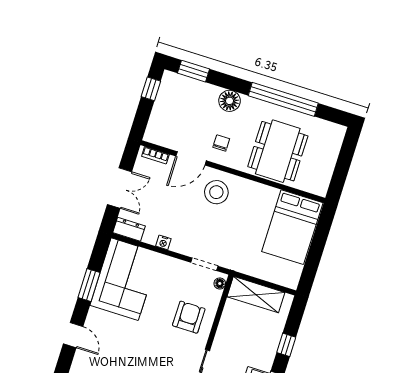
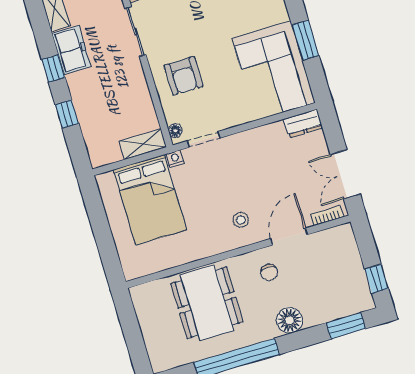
double door: (120, 188) -> (345, 174), moved
stool: (216, 192) -> (241, 220), width x0.53, depth x0.53
bed: (292, 227) -> (150, 200), moved, turned 180
nightstand: (163, 242) -> (175, 159), moved
shelving: (256, 295) -> (143, 144), width x0.67, depth x0.75

